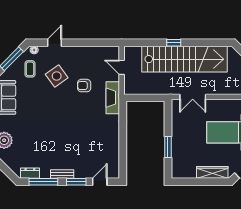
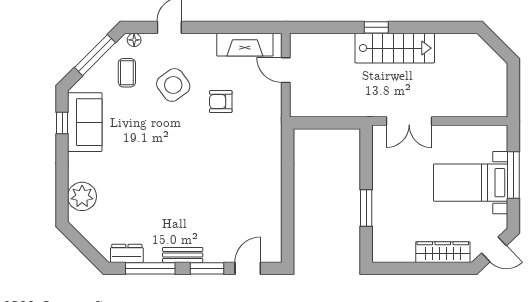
stairs: (185, 59) -> (395, 48), width x0.54, depth x0.66
fireplace: (113, 98) -> (245, 45), moved, turned -90

